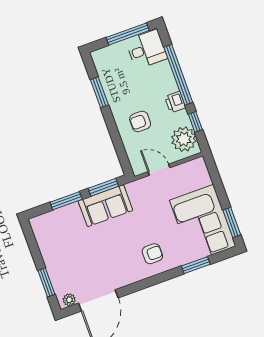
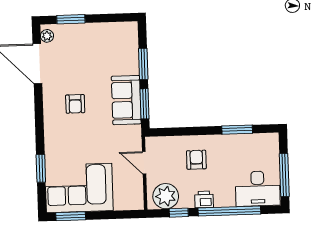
desk: (147, 49) -> (258, 189), width x1.37
door: (159, 170) -> (144, 163), swing flipped
armchair: (152, 254) -> (75, 104), moved

